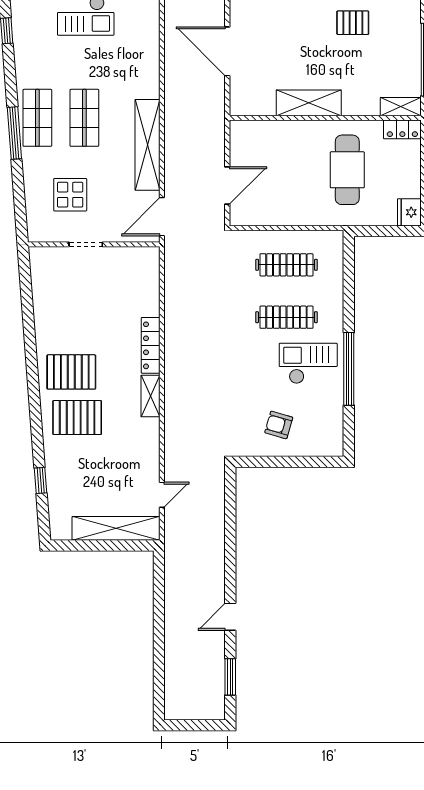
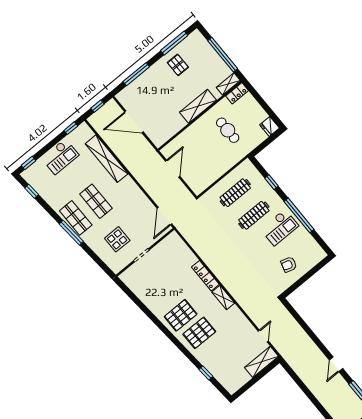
pallet: (353, 23) -> (178, 65), turned 90
shelving: (309, 103) -> (198, 106), moved
shelving: (147, 145) -> (107, 159), moved
cafe table: (347, 170) -> (228, 130), width x0.73, depth x0.74
door: (227, 185) -> (173, 169), moved
window: (349, 291) -> (272, 182), added
checkout: (308, 363) -> (280, 227), turned 180
shelving: (116, 528) -> (261, 362), width x0.68

